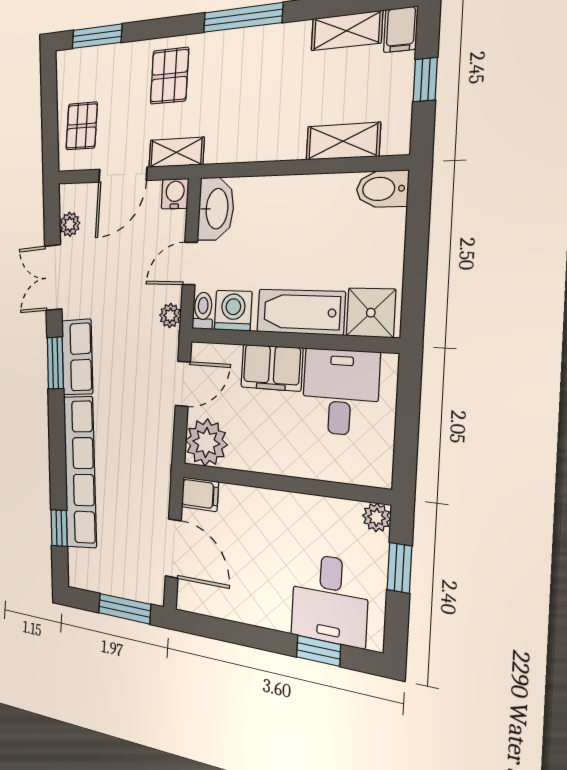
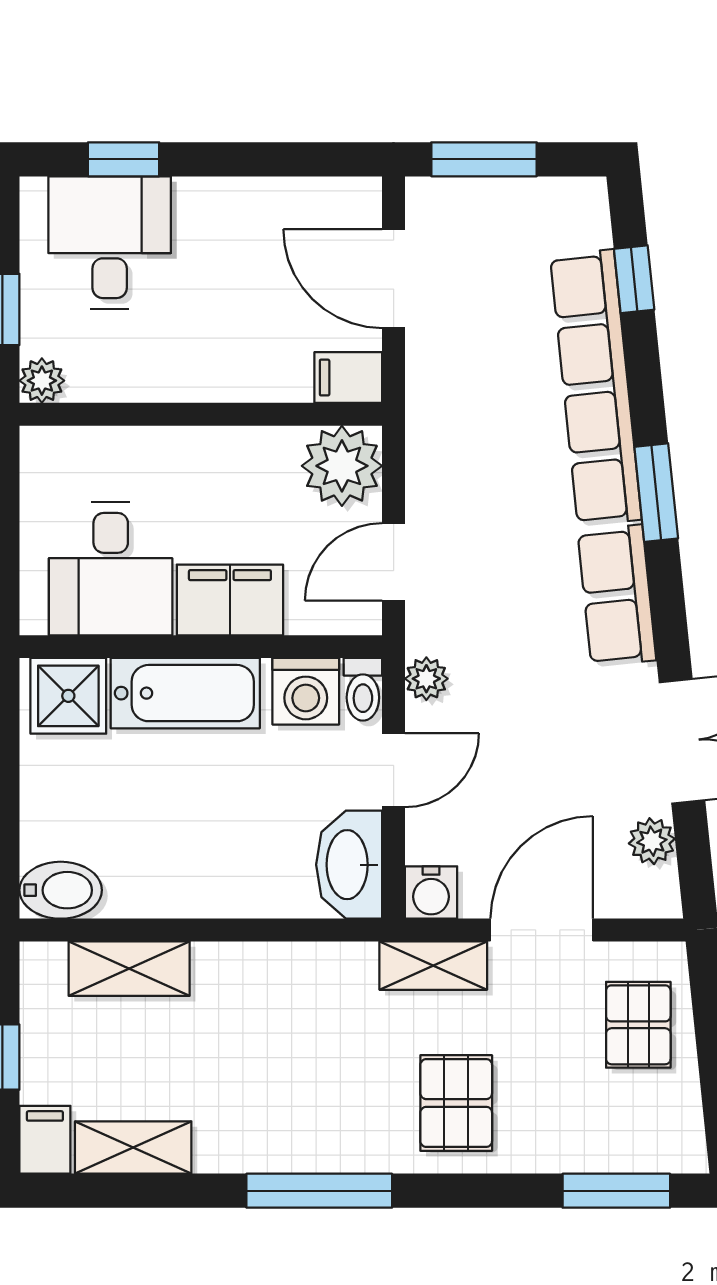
window: (55, 363) -> (656, 493), moved

